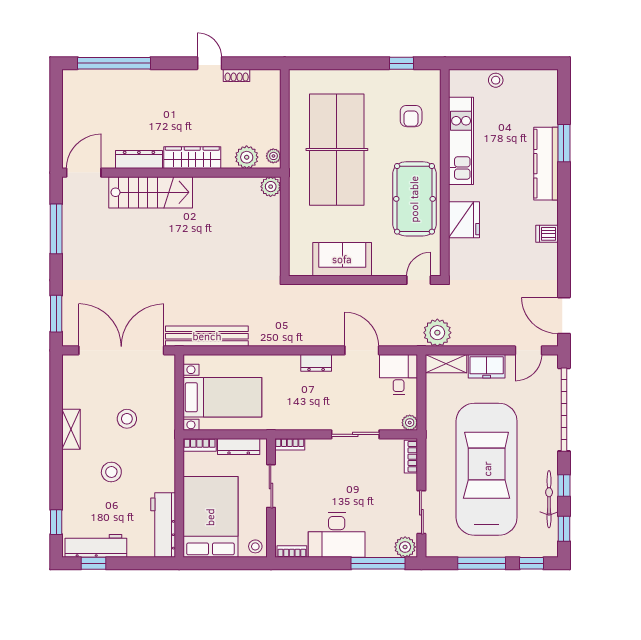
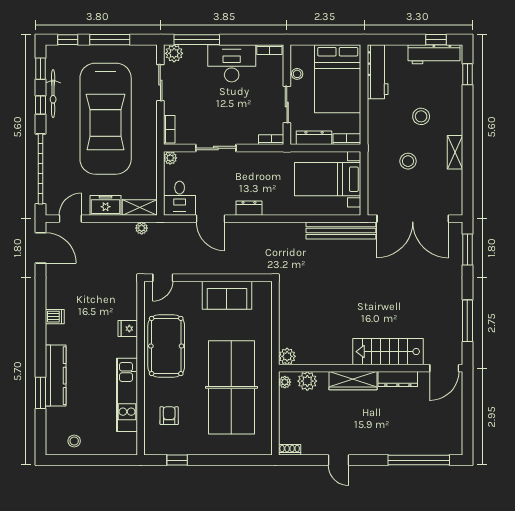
shoe rack: (237, 75) -> (290, 450), moved
stool: (496, 80) -> (74, 441), moved
fridge: (464, 220) -> (128, 329), width x0.53, depth x0.75
plant: (437, 333) -> (142, 228), width x0.53, depth x0.53
stool: (255, 546) -> (297, 74), moved

